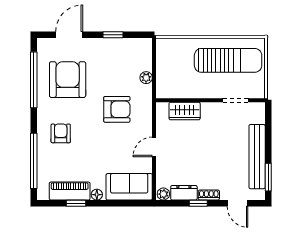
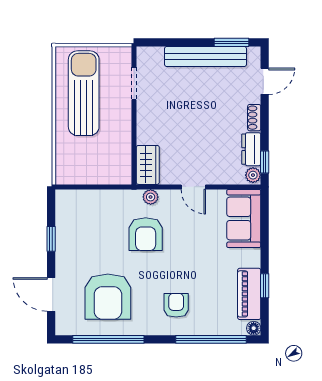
plant: (146, 78) -> (151, 197), moved
armchair: (68, 80) -> (108, 297), turned -90
armchair: (117, 109) -> (146, 234), turned 180
wardrobe: (185, 111) -> (148, 165), moved
armchair: (61, 133) -> (176, 305), turned 90
floor lamp: (97, 195) -> (254, 328), moved
window: (198, 203) -> (265, 162), moved

